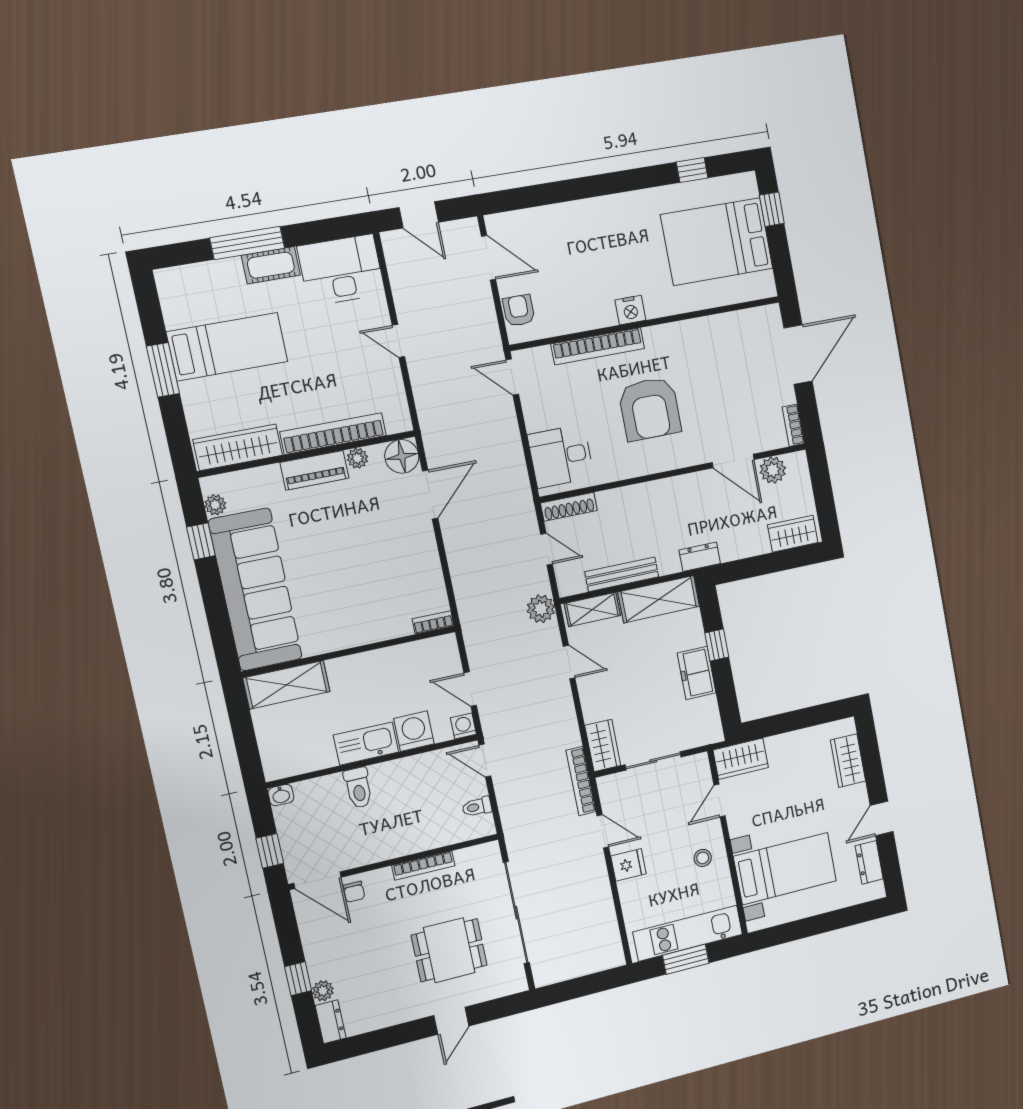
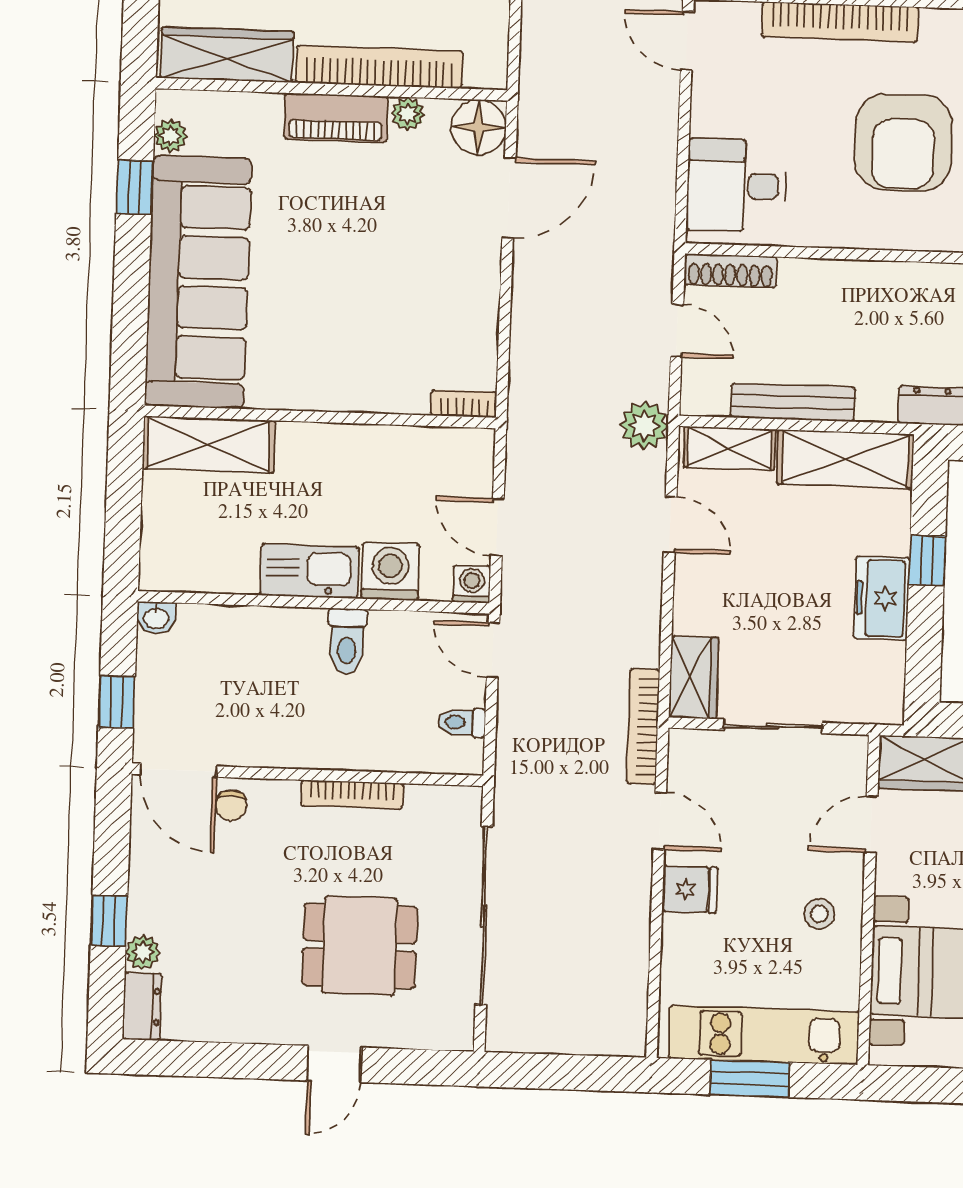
toilet: (358, 788) -> (347, 641), moved

